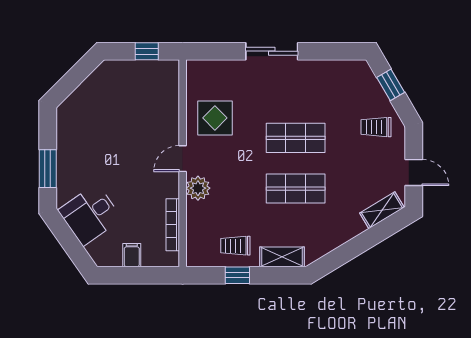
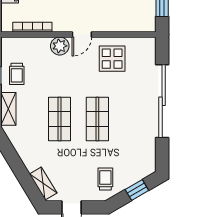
sliding door: (272, 51) -> (162, 101), width x1.86
door: (183, 159) -> (82, 34), swing flipped
trolley: (235, 246) -> (17, 74), turned 180

